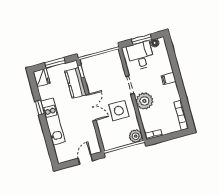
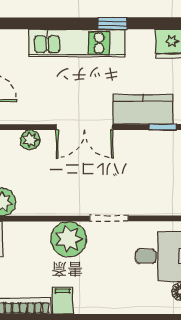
filing cabinet: (169, 79) -> (63, 300), moved
side table: (119, 111) -> (63, 182), removed
plant: (103, 131) -> (30, 140), added

